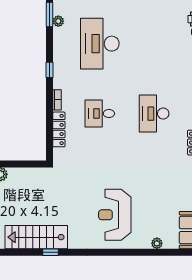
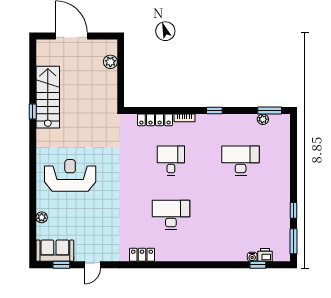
desk: (100, 44) -> (241, 161), width x0.73, depth x0.77

